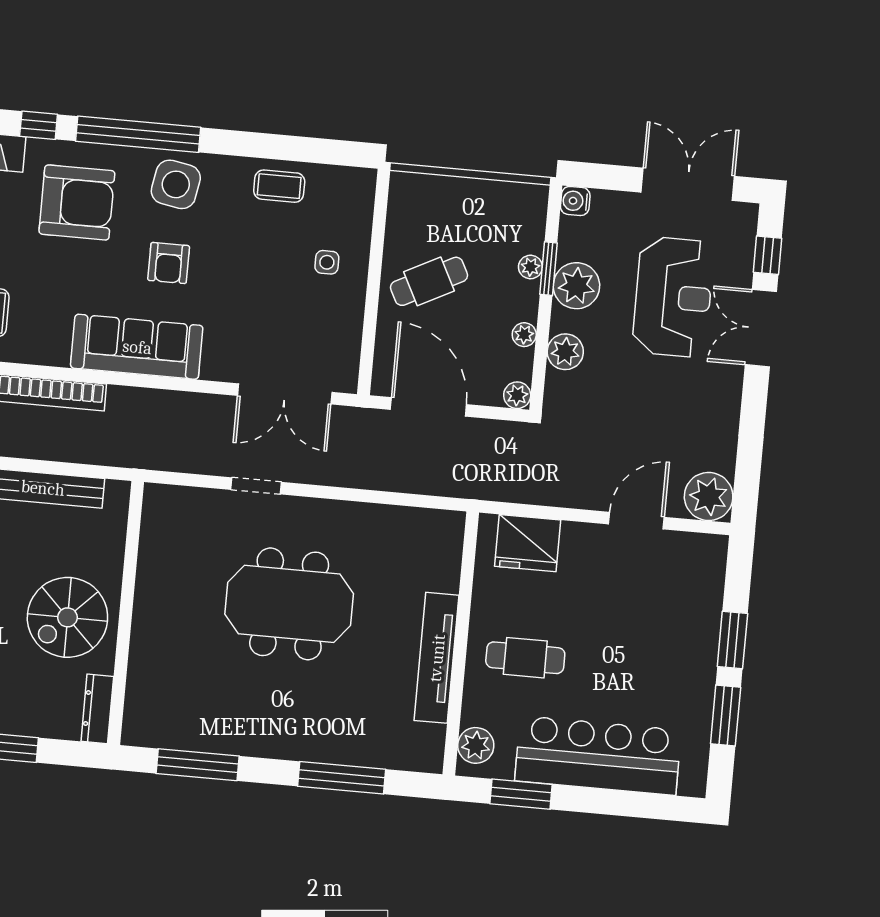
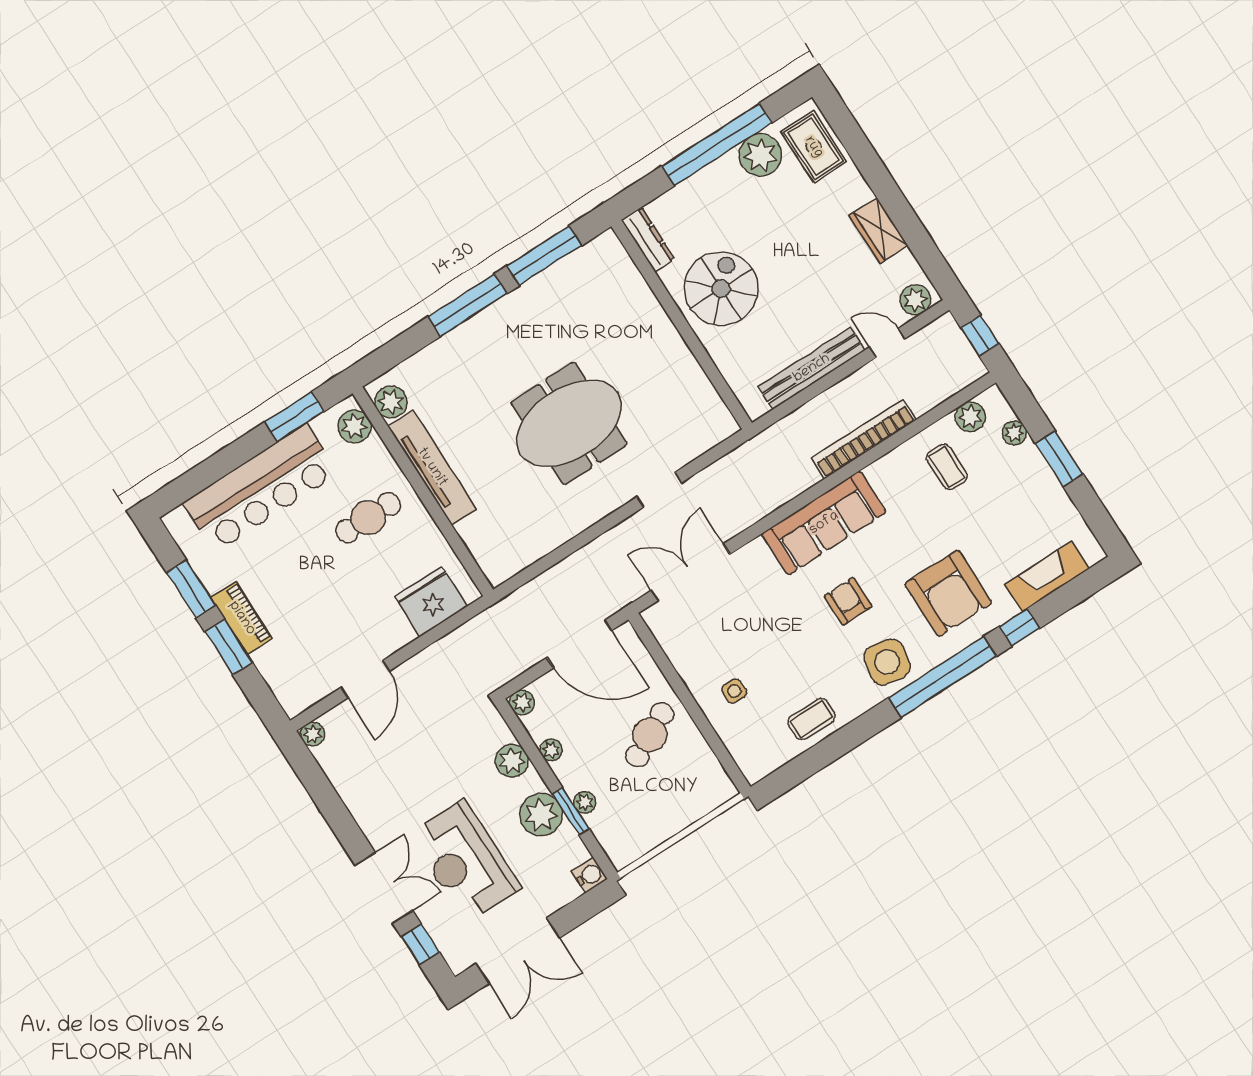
armchair: (77, 202) -> (948, 593), turned -90
plant: (709, 497) -> (312, 734), width x0.53, depth x0.53
piano: (702, 656) -> (242, 618), added
plant: (428, 742) -> (391, 402), added
window: (342, 778) -> (468, 305), moved

